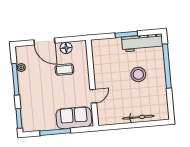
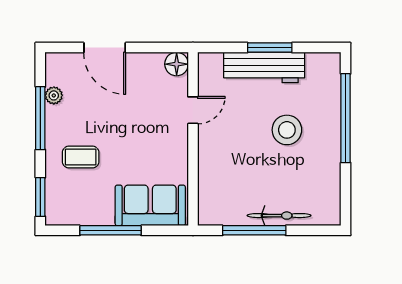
workbench: (142, 43) -> (264, 67), moved
floor lamp: (66, 48) -> (177, 64), moved
coffee table: (64, 70) -> (81, 157), moved
door: (93, 96) -> (193, 110), moved
window: (127, 126) -> (254, 230), added

